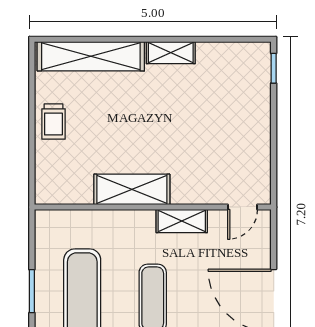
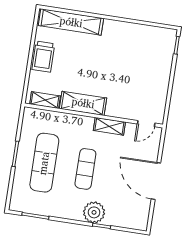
shelving: (171, 53) -> (45, 100), moved
trolley: (53, 122) -> (43, 57), width x1.36, depth x1.39

